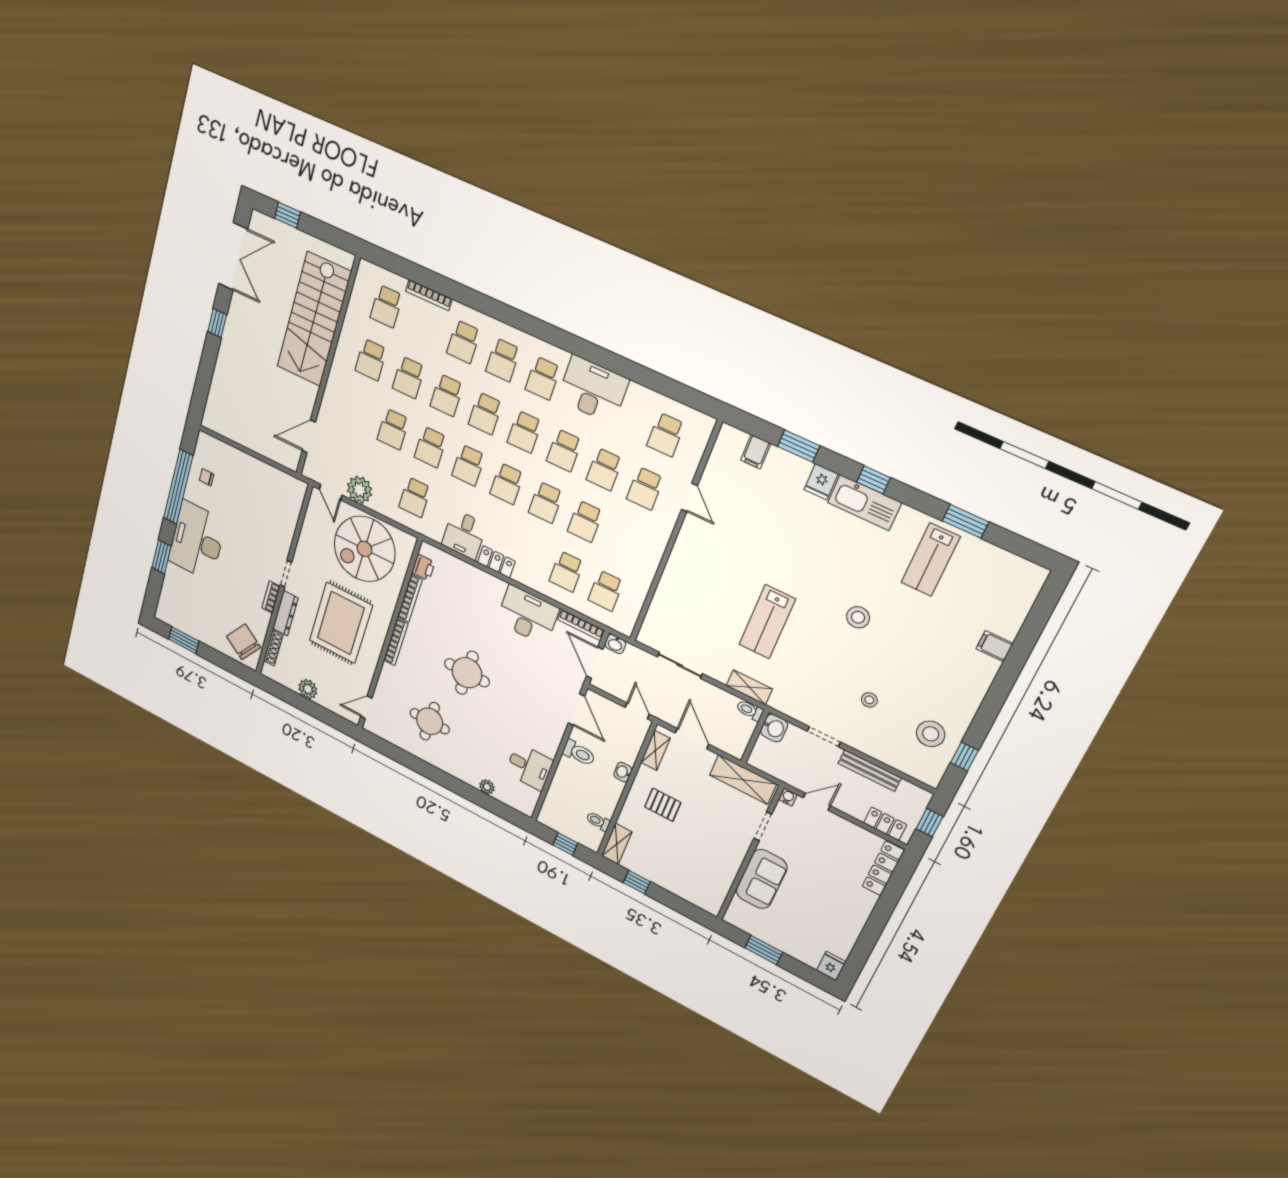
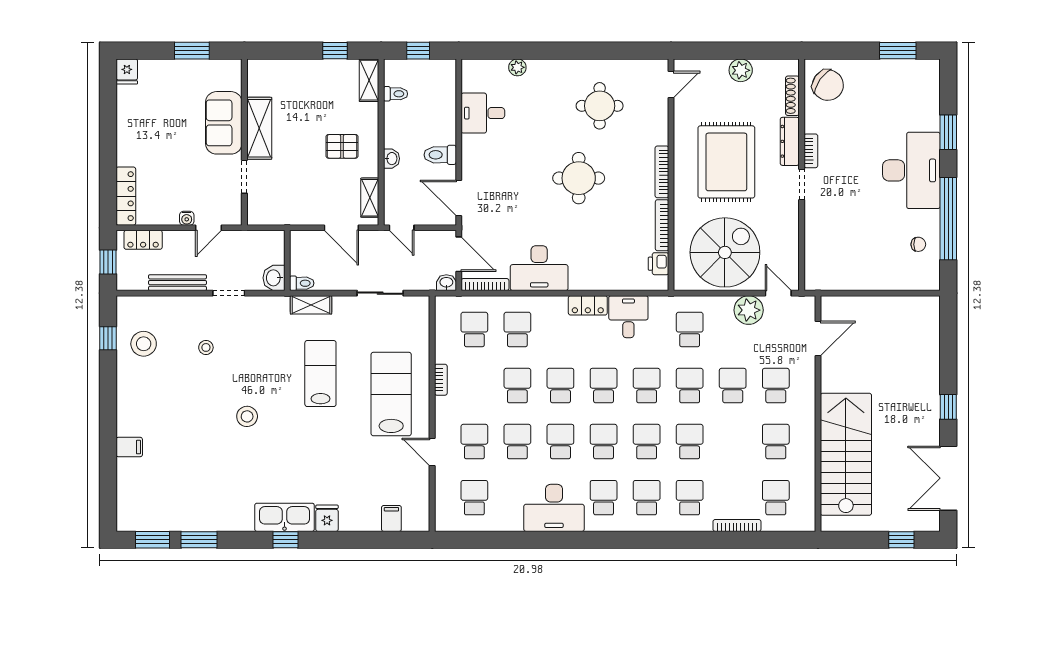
school desk: (409, 377) -> (776, 386), moved
window: (799, 446) -> (152, 540), moved
lab bench: (930, 560) -> (391, 394), moved, width x1.36, depth x1.39
bookcase: (654, 561) -> (441, 380), added
shelving: (743, 780) -> (259, 128), moved, turned 90
water cooler: (788, 797) -> (187, 218), moved

